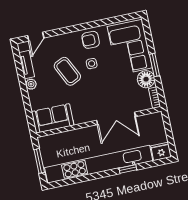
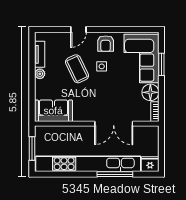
door: (36, 37) -> (78, 30), moved
armchair: (91, 40) -> (106, 44), turned -90
window: (155, 65) -> (161, 64), moved
window: (128, 169) -> (115, 174), width x2.17

